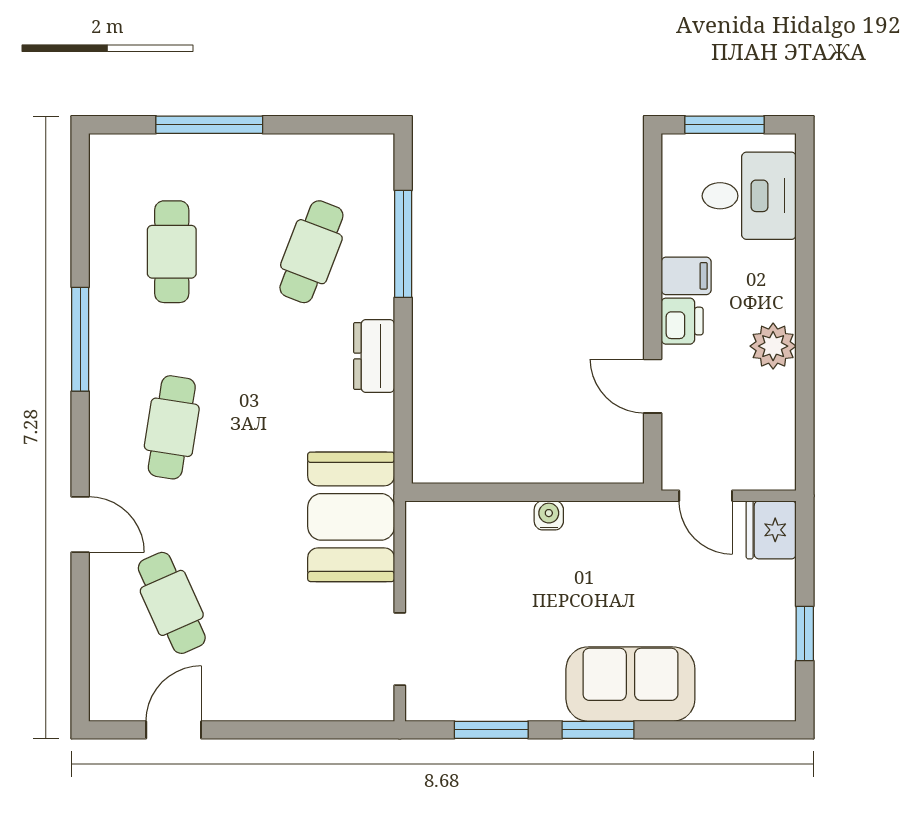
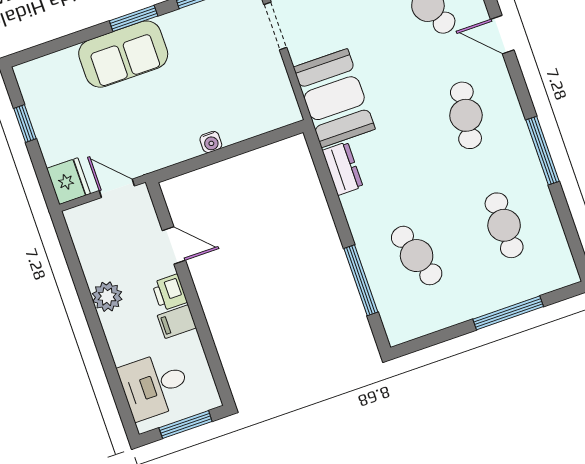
cafe table: (311, 252) -> (417, 256), turned -39
dresser: (374, 356) -> (343, 169), moved

